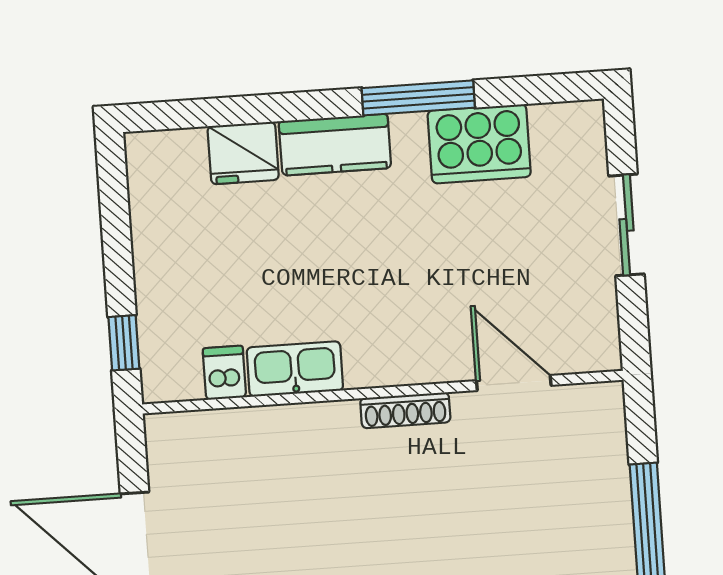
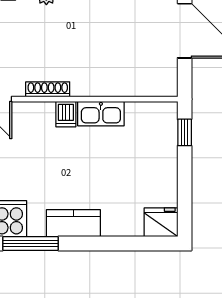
fridge: (243, 153) -> (161, 222), moved
dishwasher: (224, 373) -> (66, 114), moved

